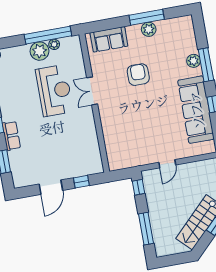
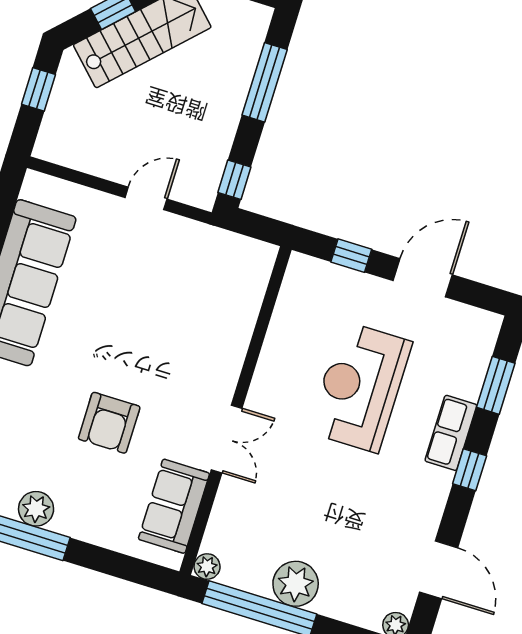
sofa: (109, 39) -> (174, 506), moved, turned -90
plant: (54, 44) -> (207, 567), moved
reception desk: (54, 91) -> (360, 387), moved

